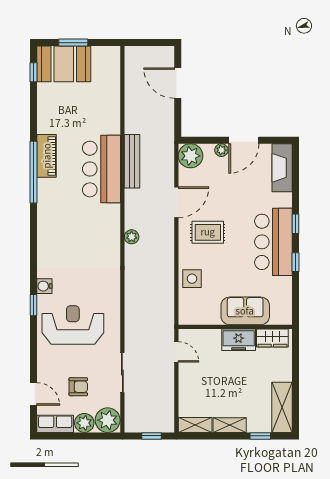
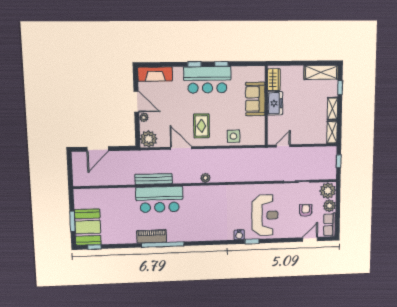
reception desk: (73, 325) -> (265, 215), turned 180

